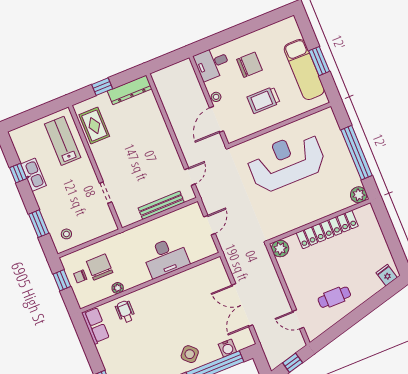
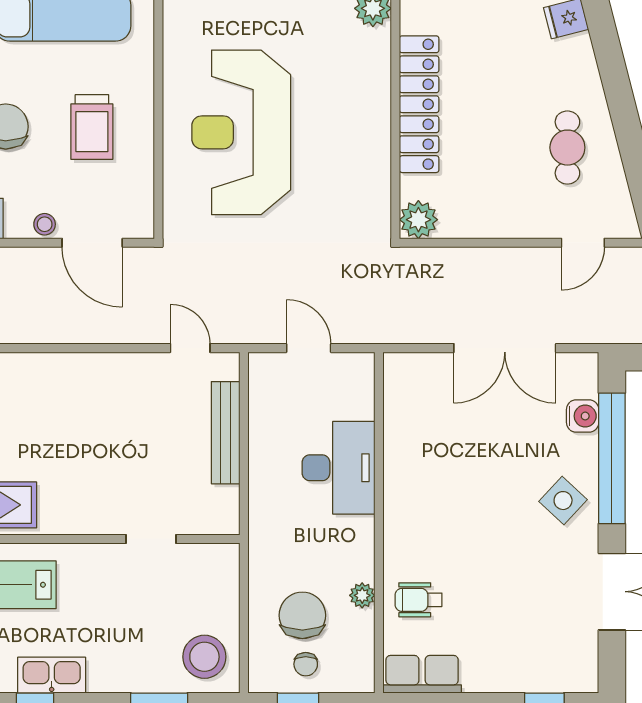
stool: (66, 234) -> (204, 657), width x1.89, depth x1.89
chair: (100, 267) -> (302, 615), turned 90

